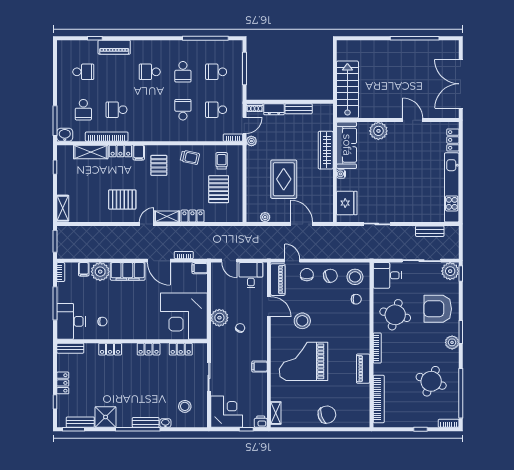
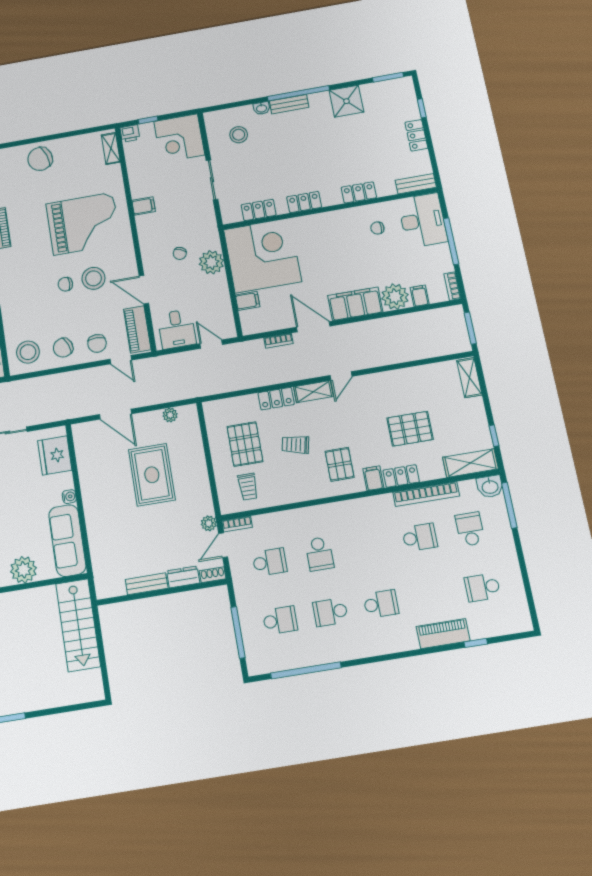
school desk: (183, 72) -> (330, 612), turned -90
wardrobe: (326, 150) -> (97, 528), removed
shelving: (91, 152) -> (470, 463), moved
trolley: (190, 157) -> (295, 445), moved
pallet: (122, 199) -> (410, 429), moved
filing cabinet: (200, 268) -> (248, 301), moved
chair: (356, 299) -> (65, 284), moved
bench: (80, 422) -> (381, 88), removed

